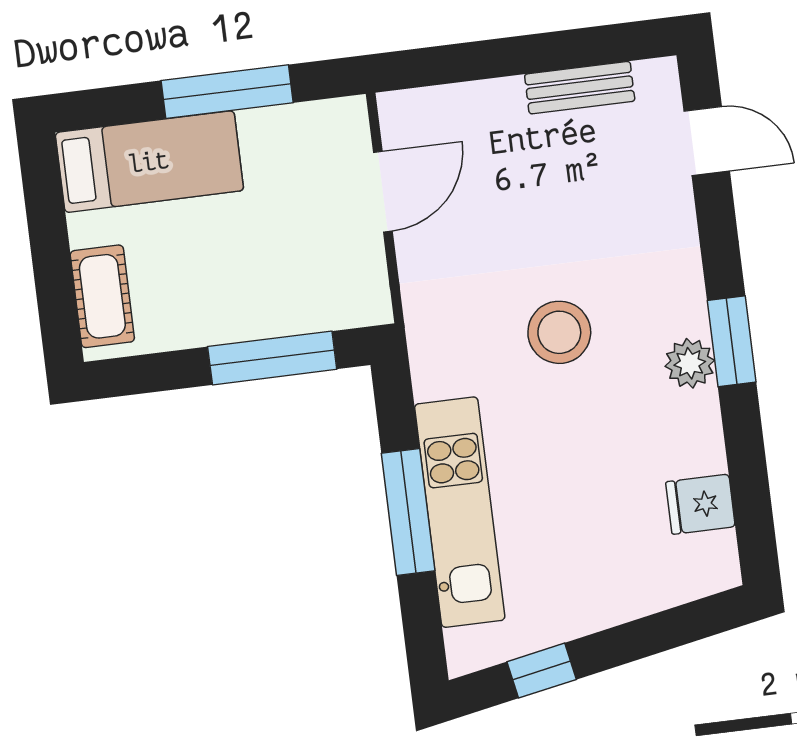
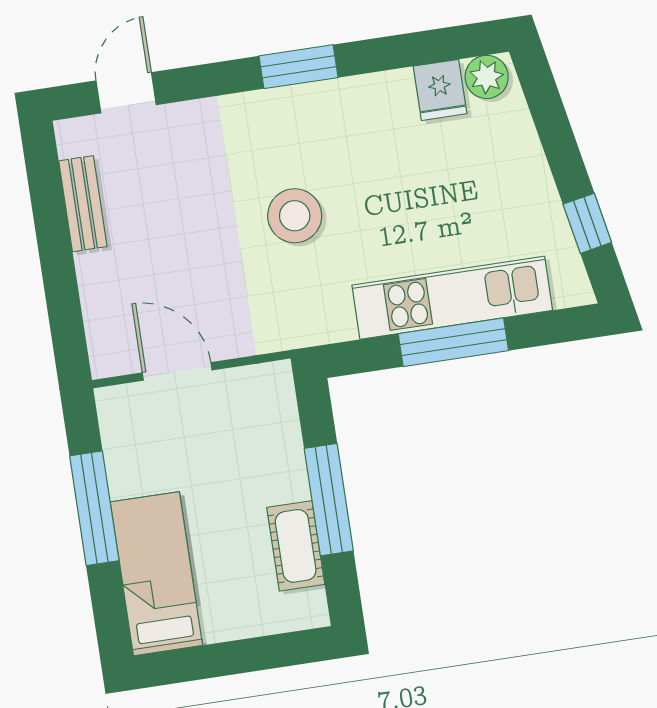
cot: (102, 296) -> (296, 546), moved, turned 90
window: (272, 358) -> (329, 500), moved
plant: (690, 363) -> (487, 77), moved

